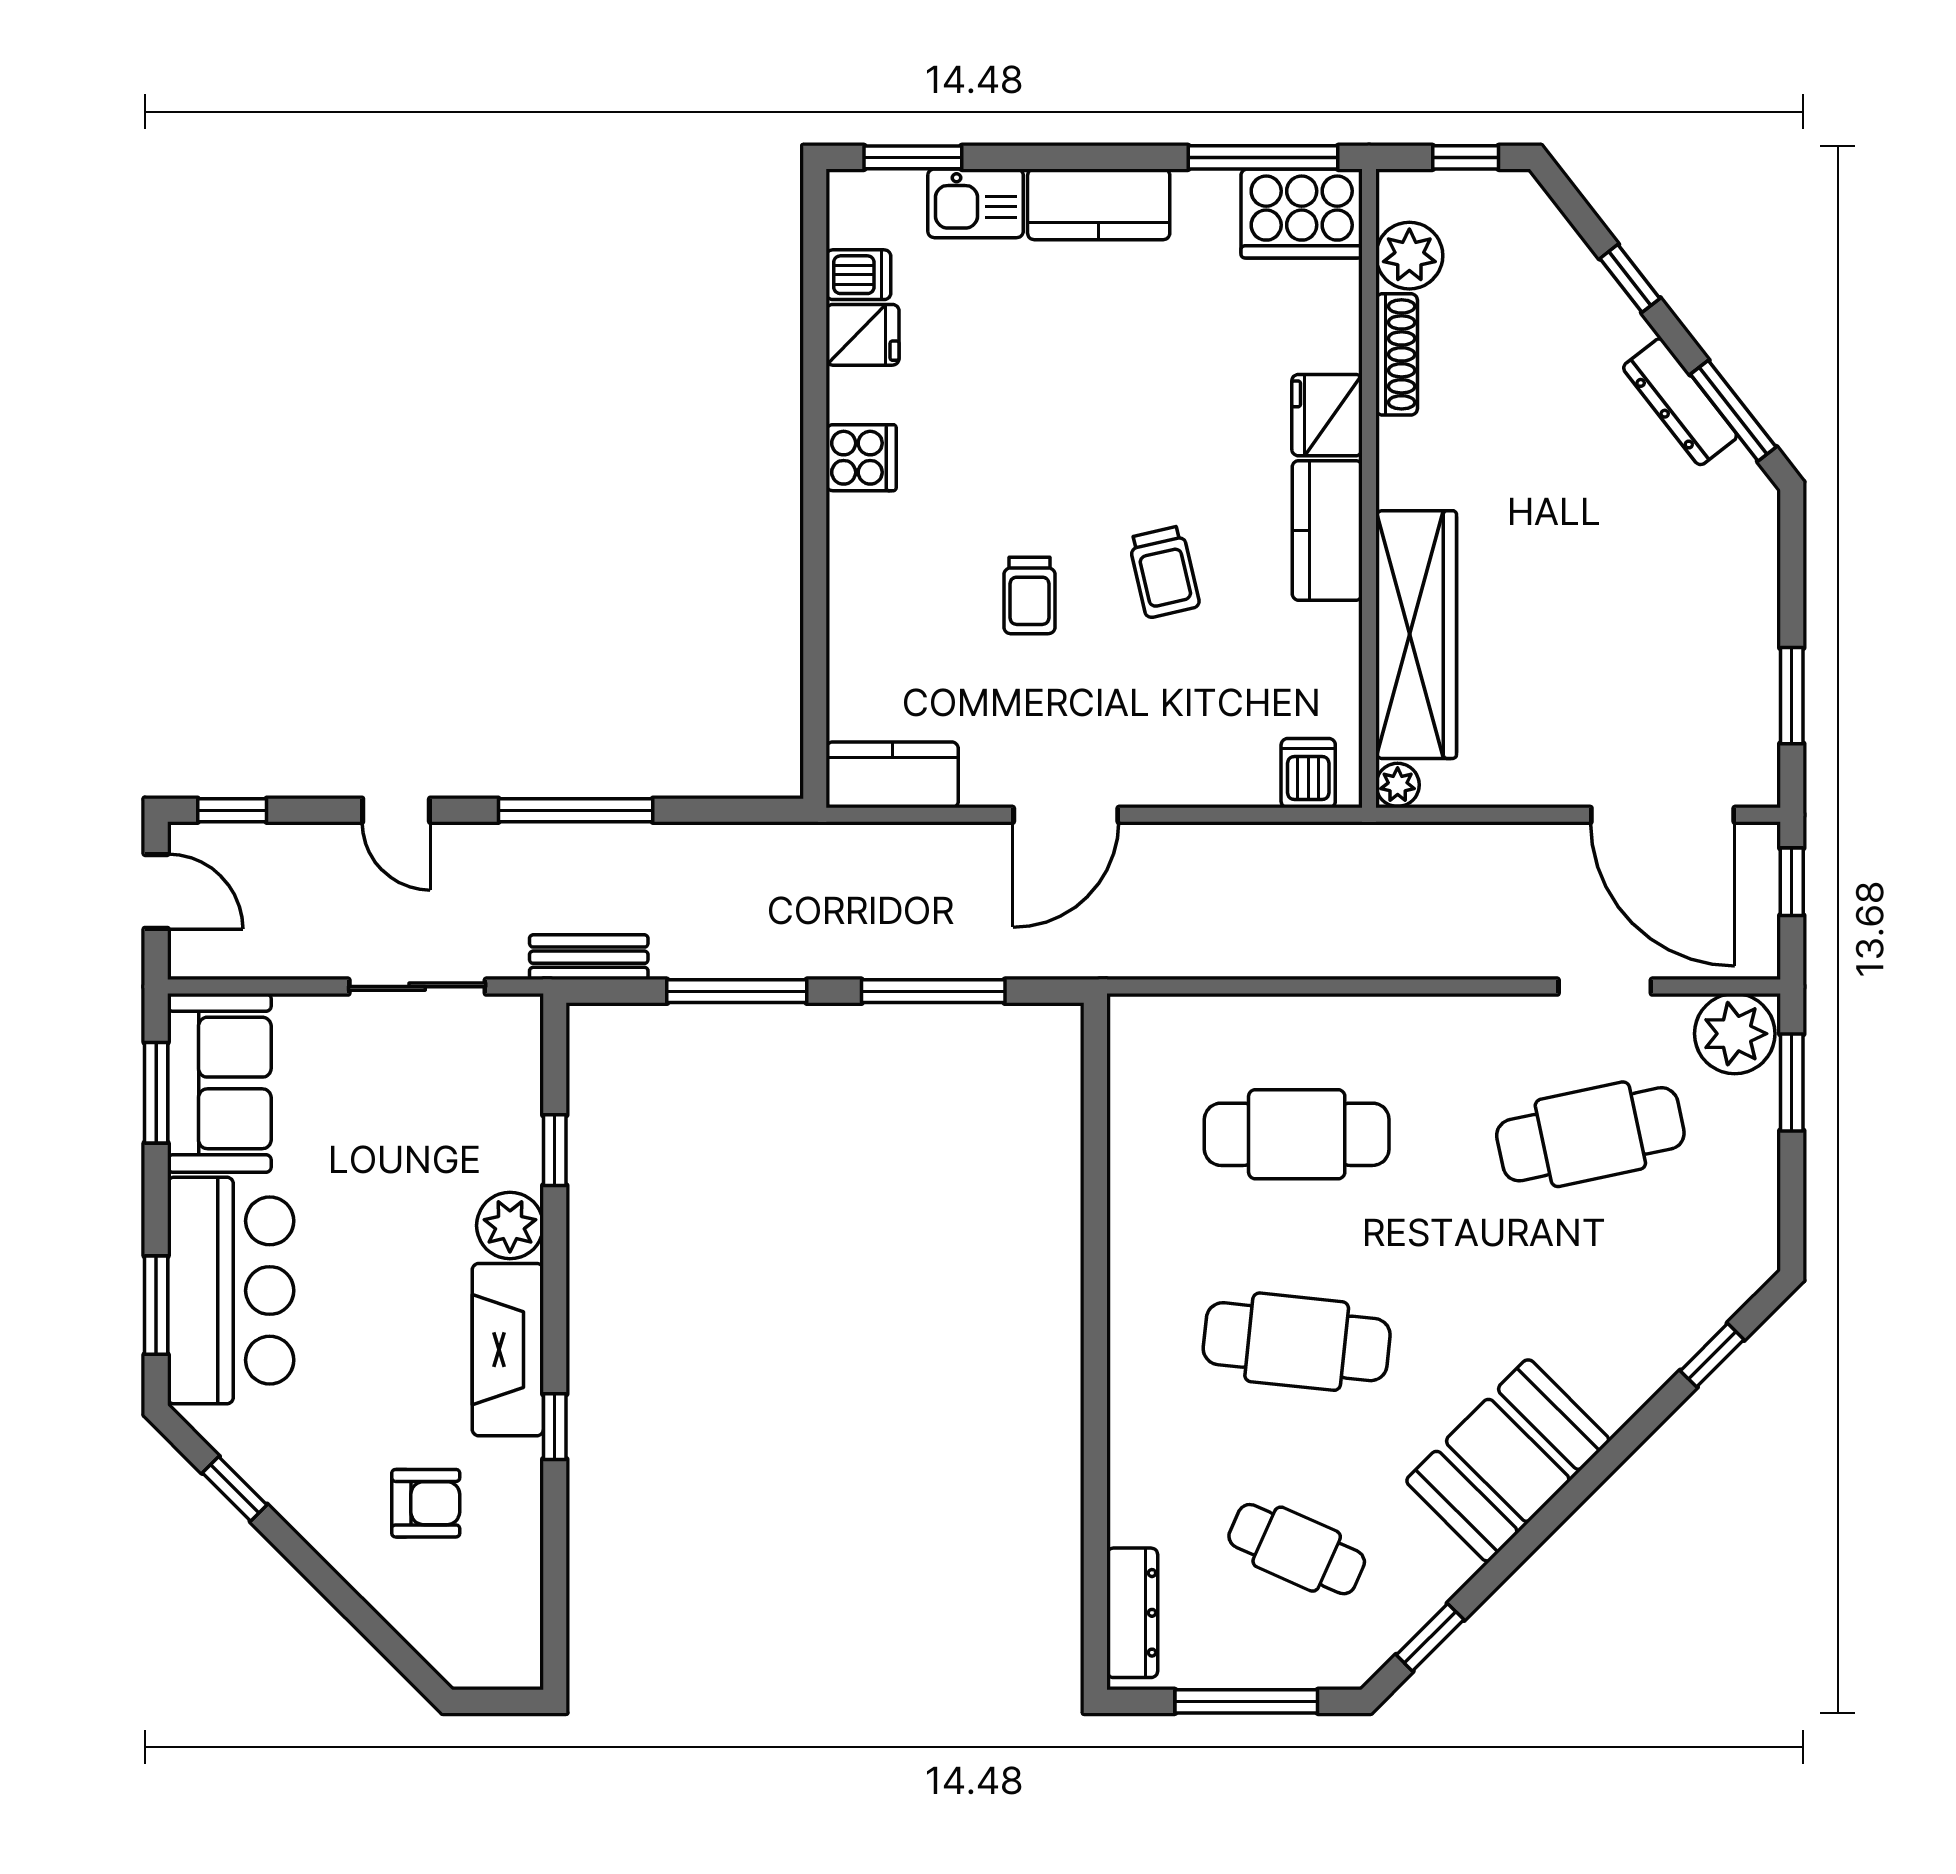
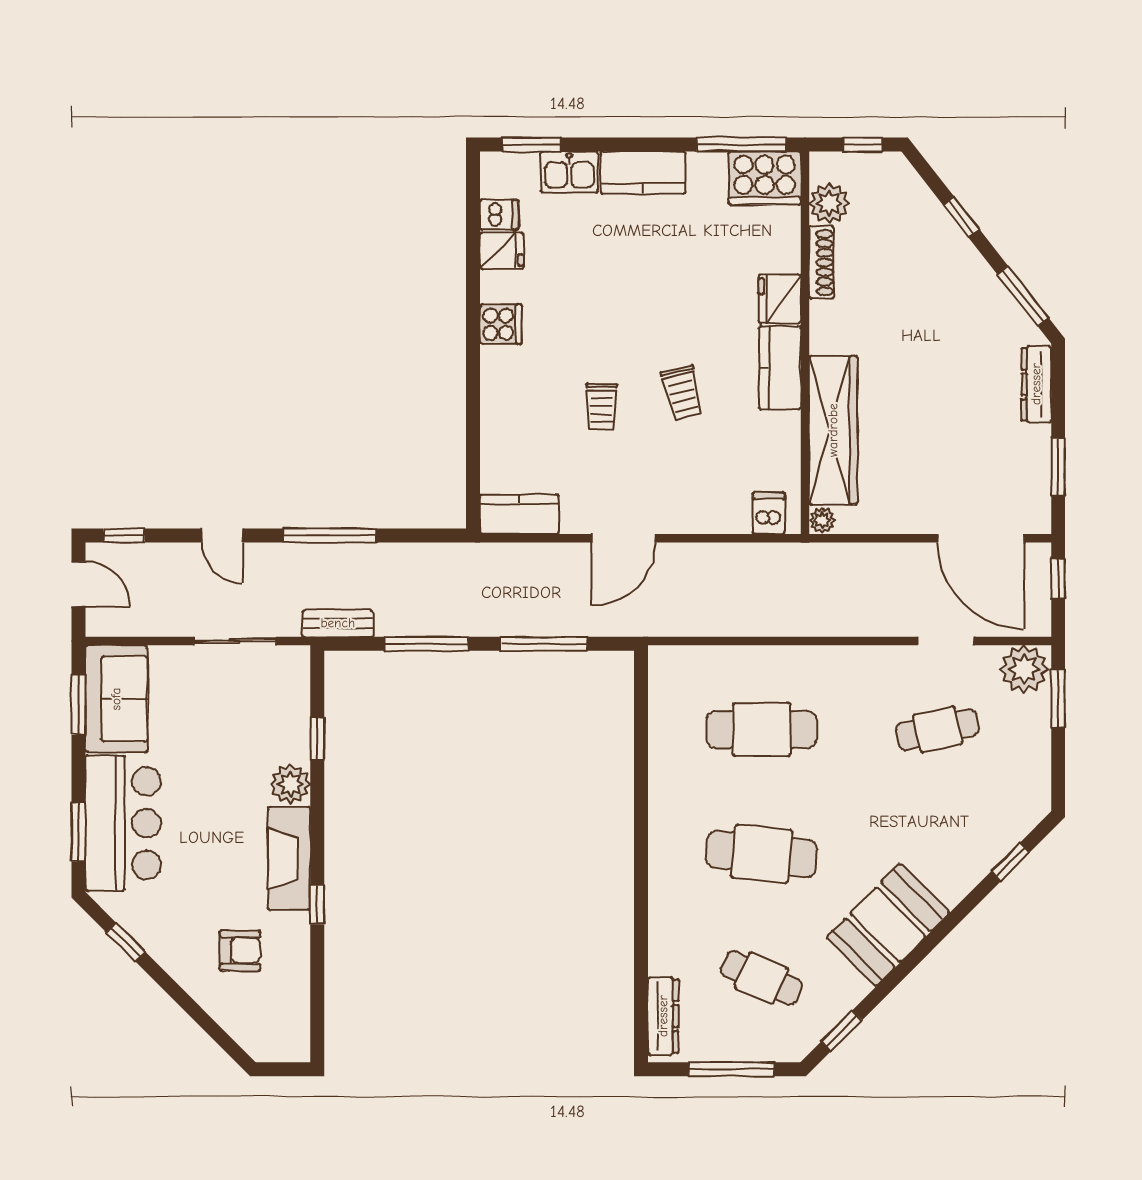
dresser: (1680, 402) -> (1036, 384), moved, turned 38
cafe table: (1590, 1134) -> (938, 730), width x0.73, depth x0.74

